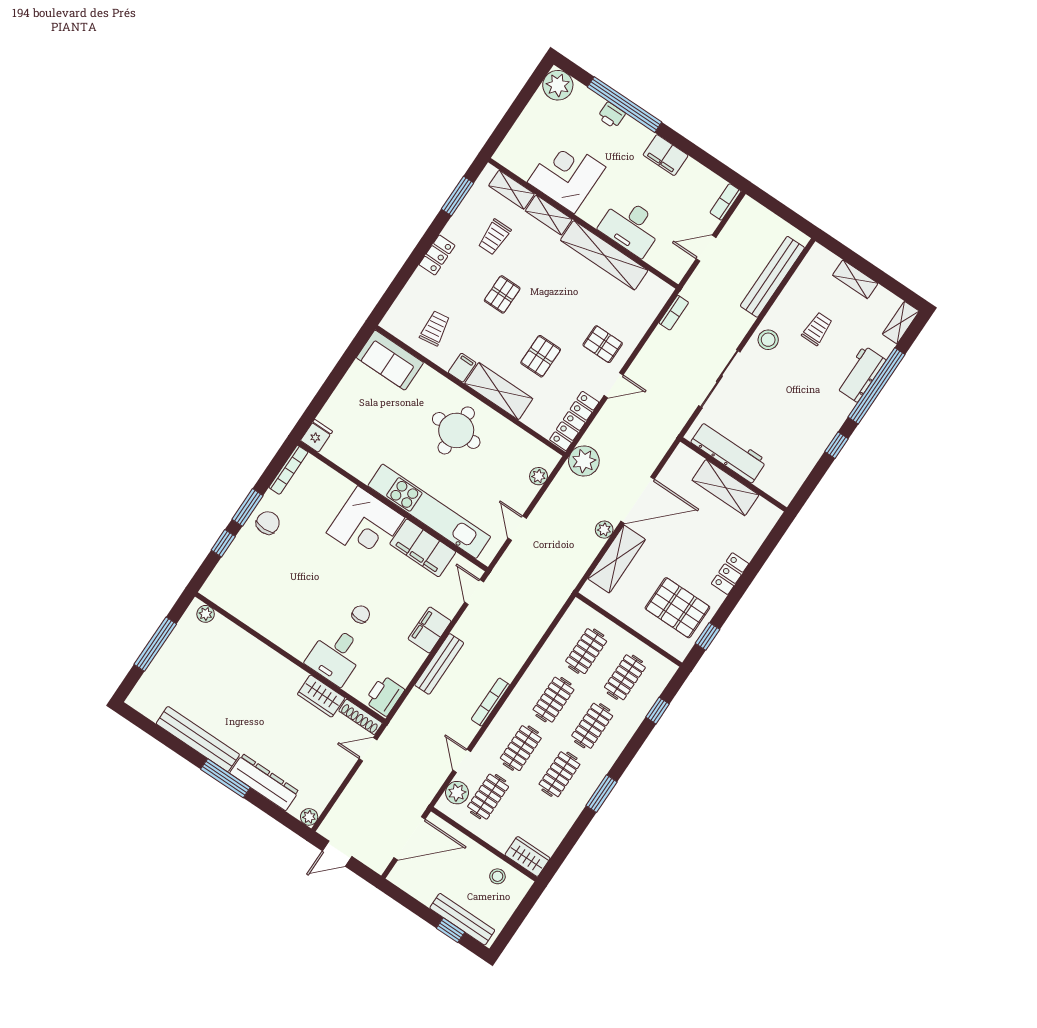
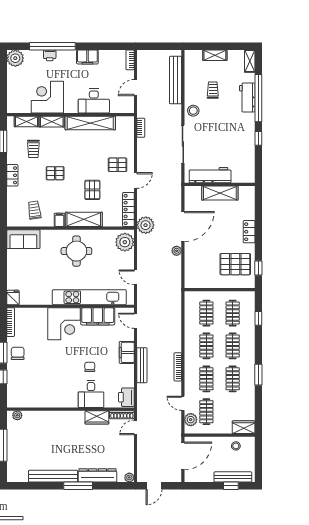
pallet: (502, 294) -> (55, 173), turned 90
plant: (539, 476) -> (125, 242), width x1.88, depth x1.88
shelving: (617, 559) -> (192, 261), removed

